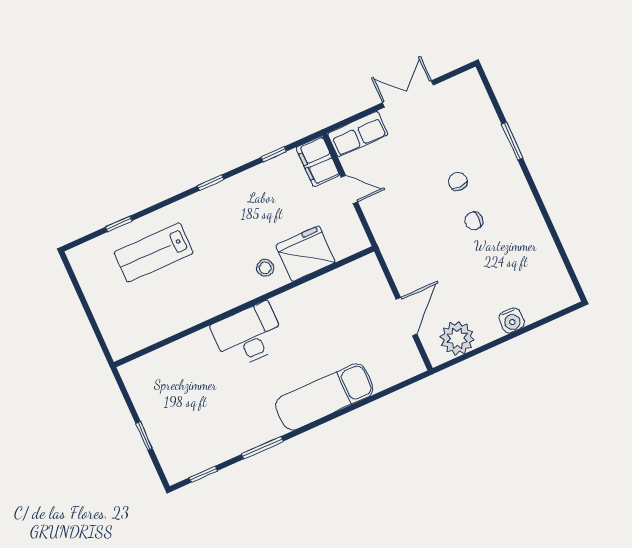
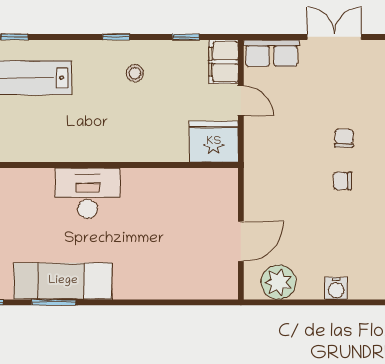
fridge: (305, 254) -> (214, 142), moved
stool: (265, 268) -> (135, 73), moved
exam couch: (324, 397) -> (63, 281), moved

